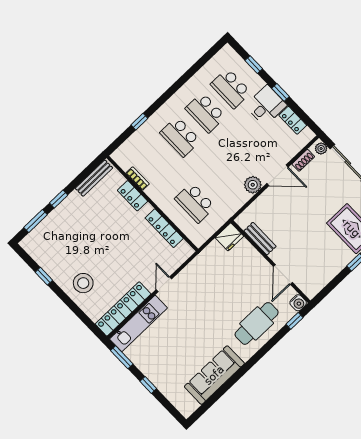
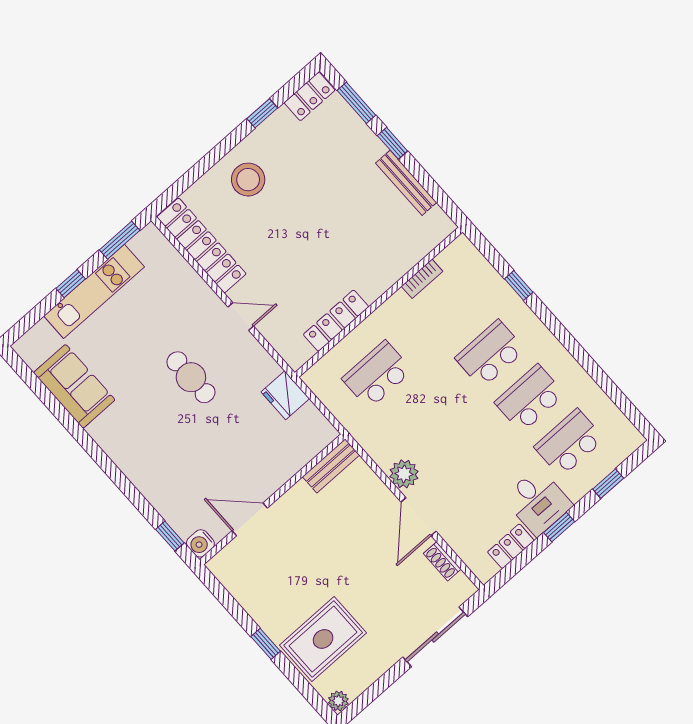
plant: (321, 149) -> (461, 592), removed
bench: (94, 178) -> (406, 183), moved
locker: (132, 196) -> (310, 96), moved, turned 180
fridge: (229, 237) -> (285, 395), moved
bench: (260, 239) -> (331, 466), moved
kitchen unit: (138, 323) -> (94, 291), moved, turned -90
cafe table: (257, 323) -> (191, 377), moved, width x0.73, depth x0.74
sofa: (214, 375) -> (74, 386), width x0.73

